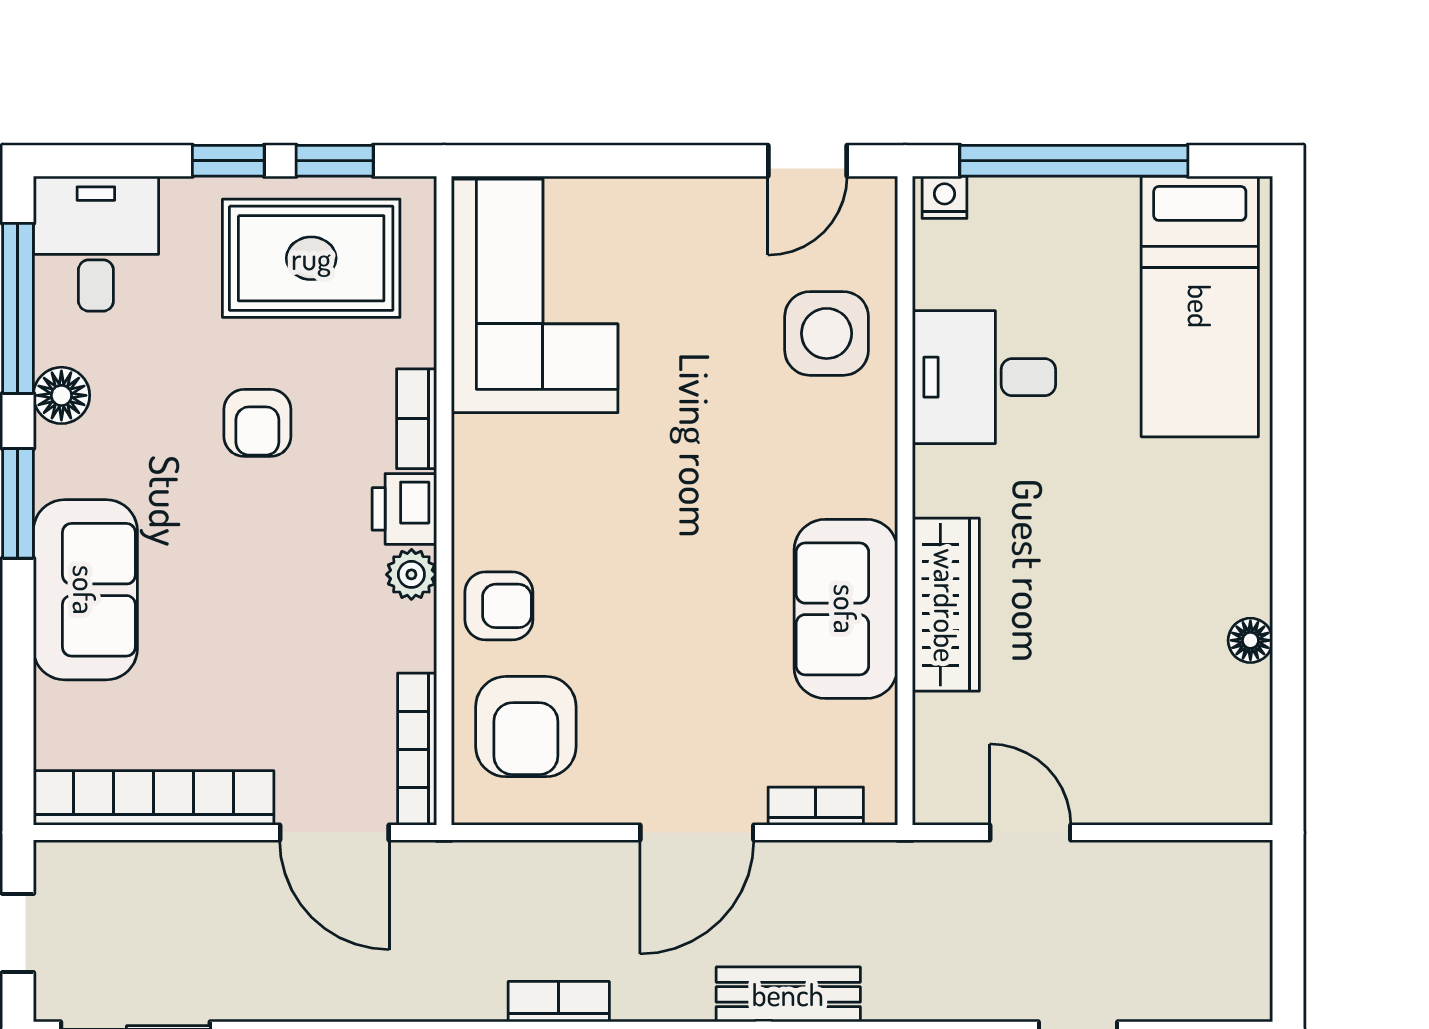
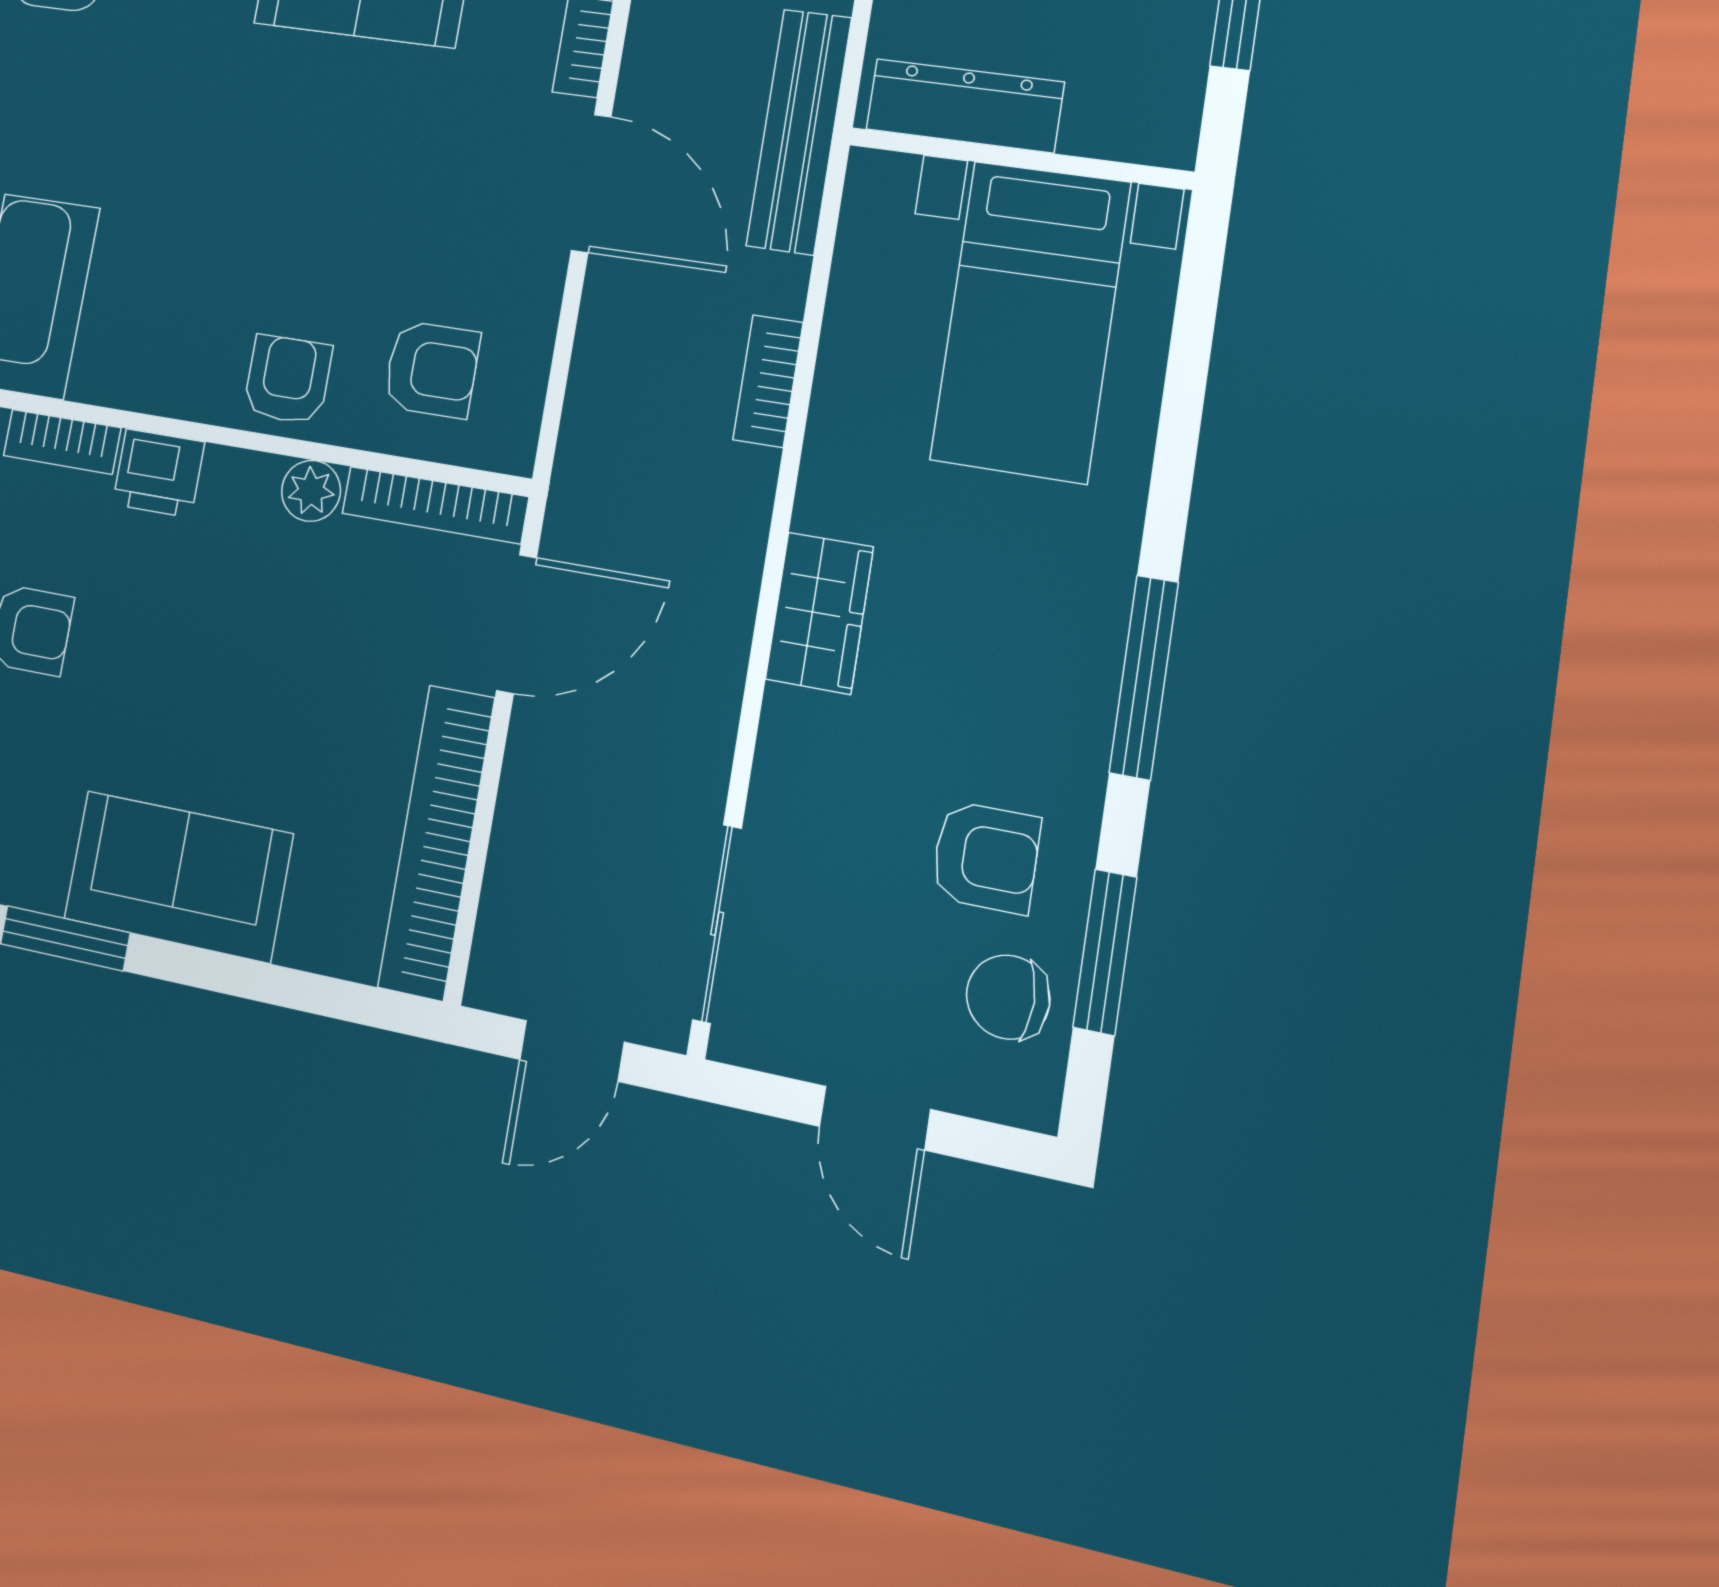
plant: (411, 574) -> (311, 491), moved
armchair: (526, 727) -> (432, 369), width x0.72, depth x0.72
bench: (788, 994) -> (799, 132), width x1.36

